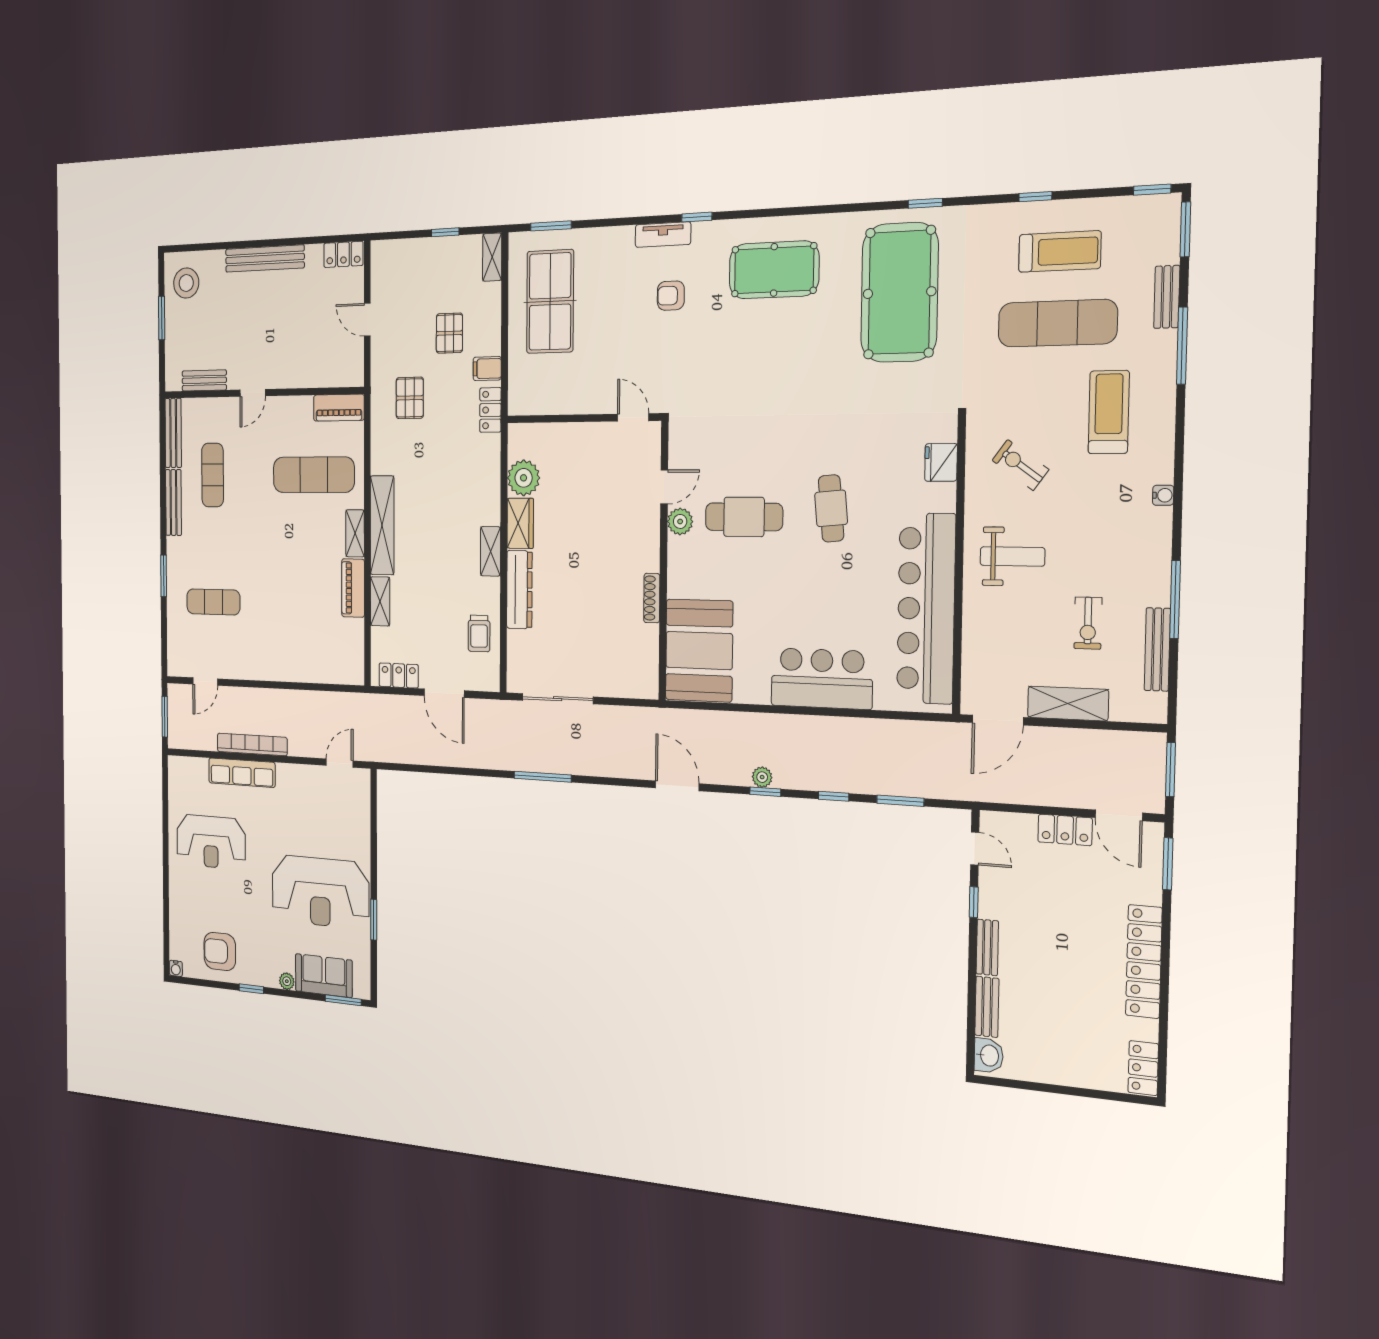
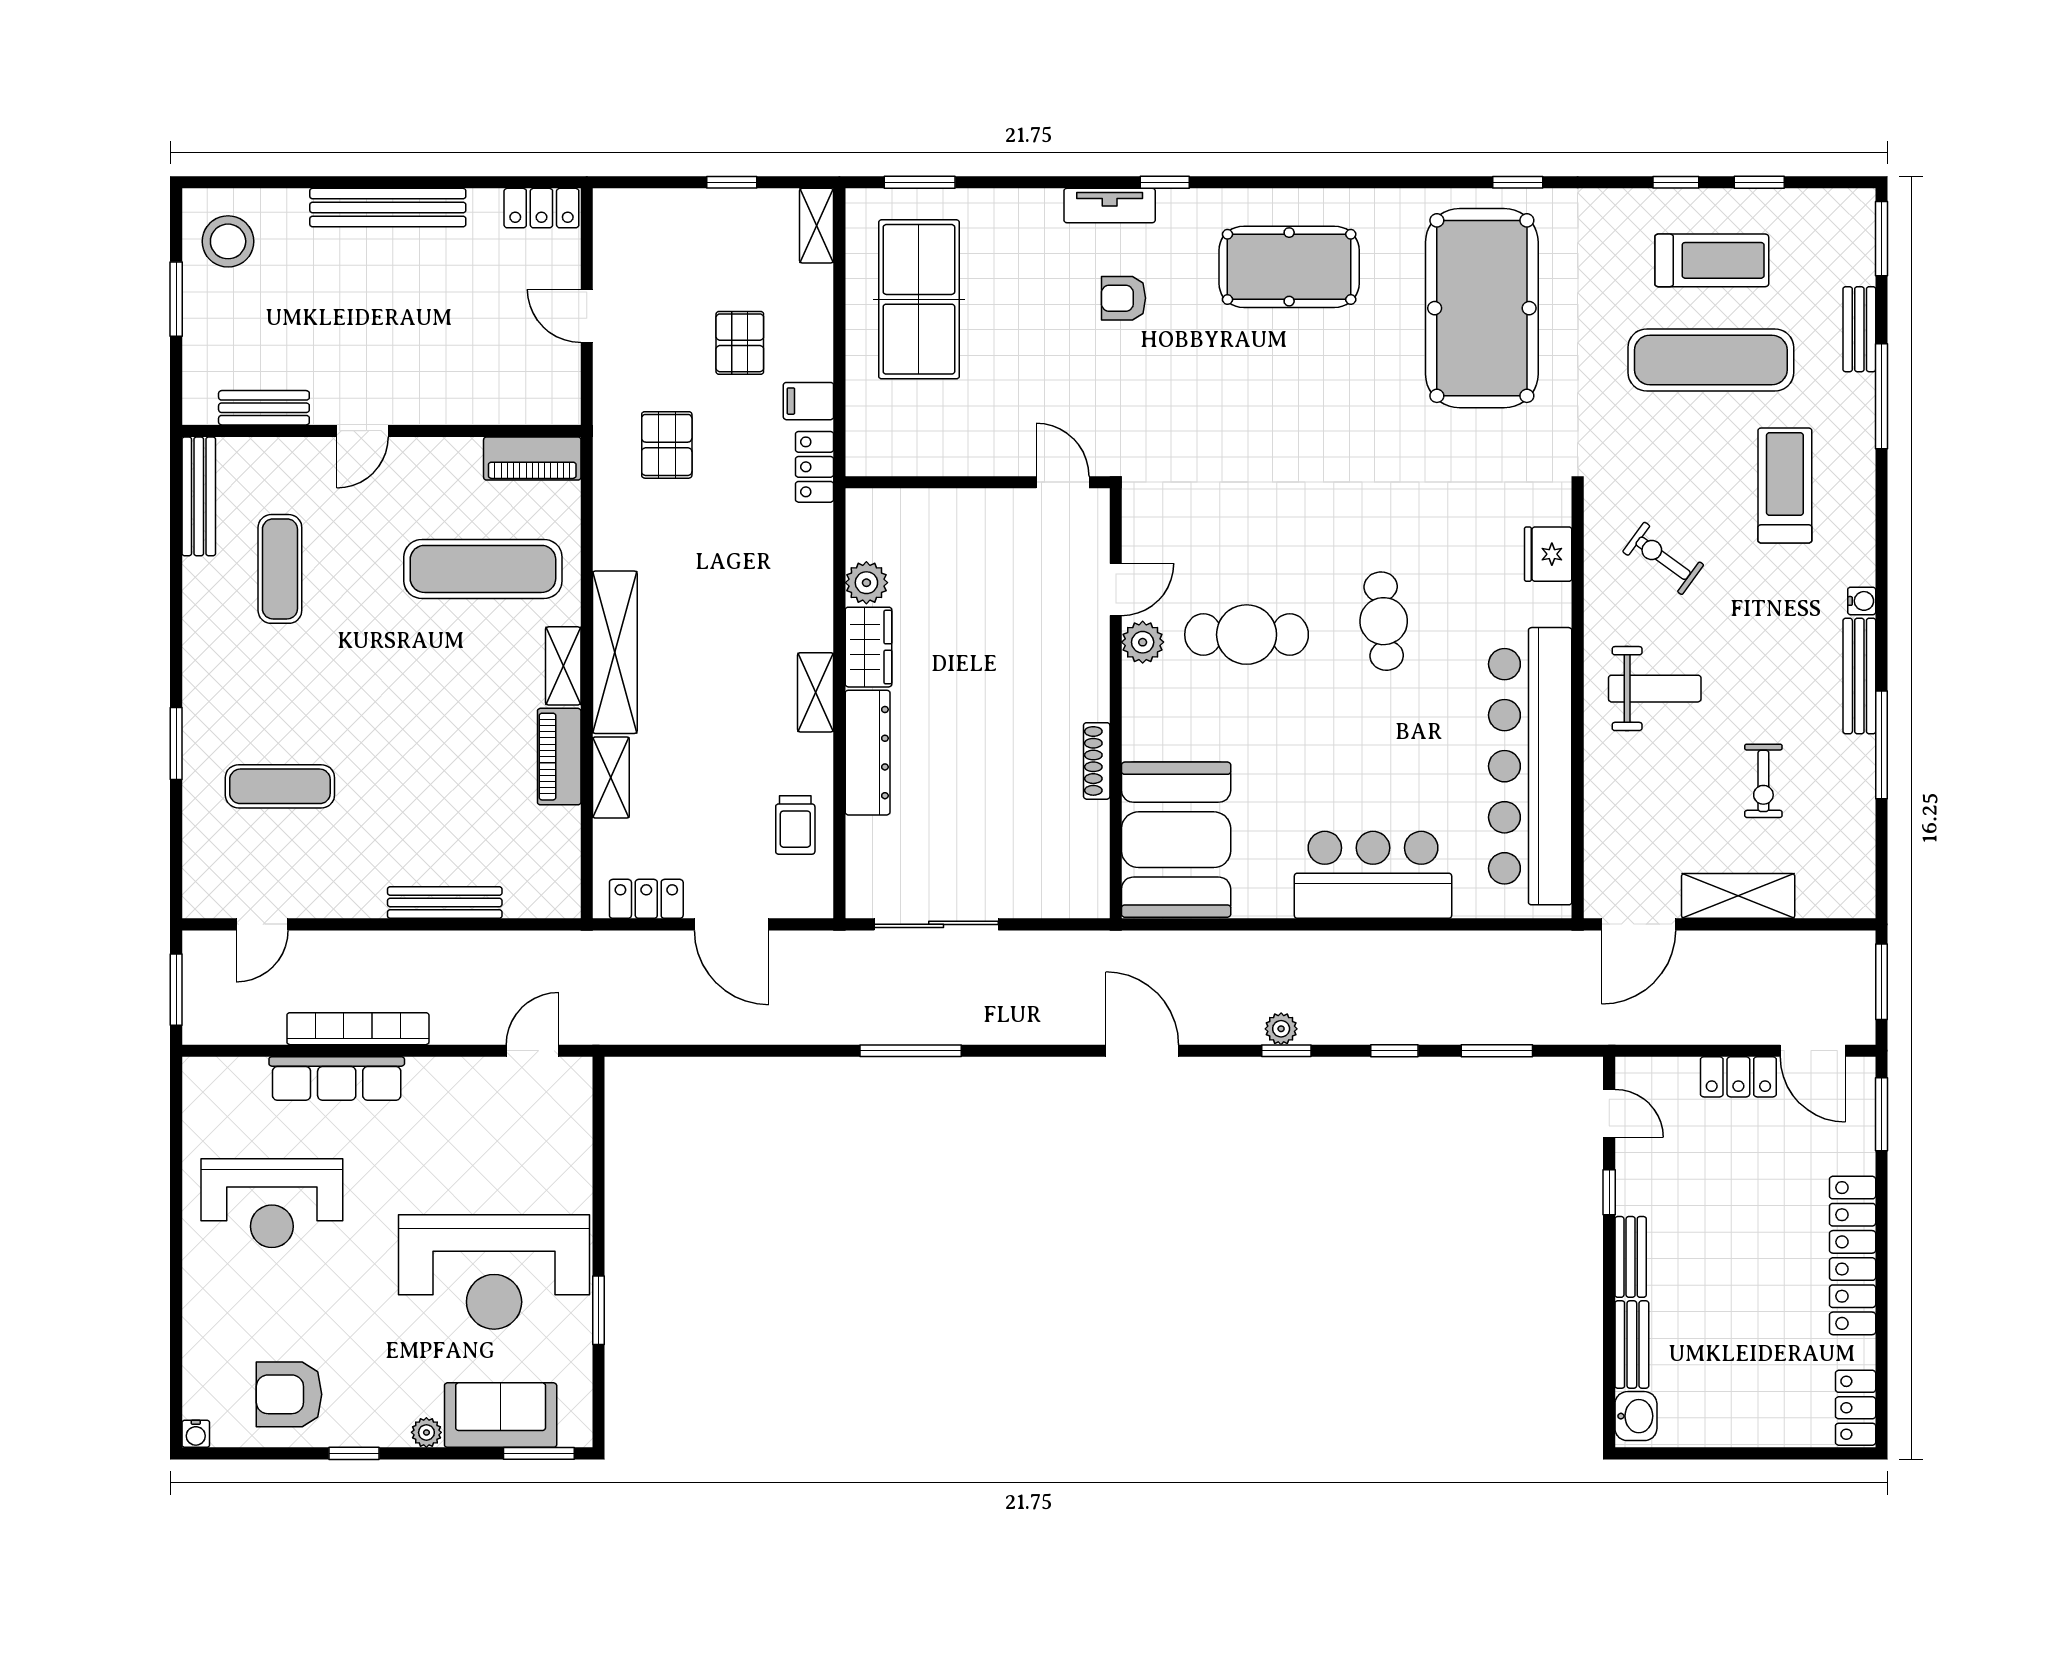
window: (1152, 190) -> (1759, 182), moved
plant: (524, 478) -> (866, 583), width x0.73, depth x0.73
bench: (173, 503) -> (445, 902), moved, turned 90
bench: (1157, 649) -> (1859, 676), moved

